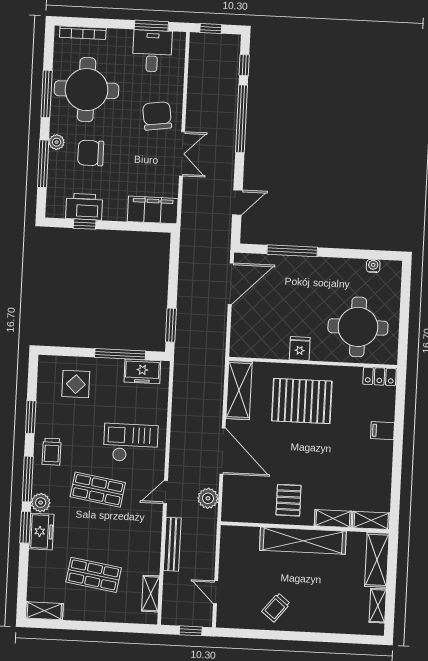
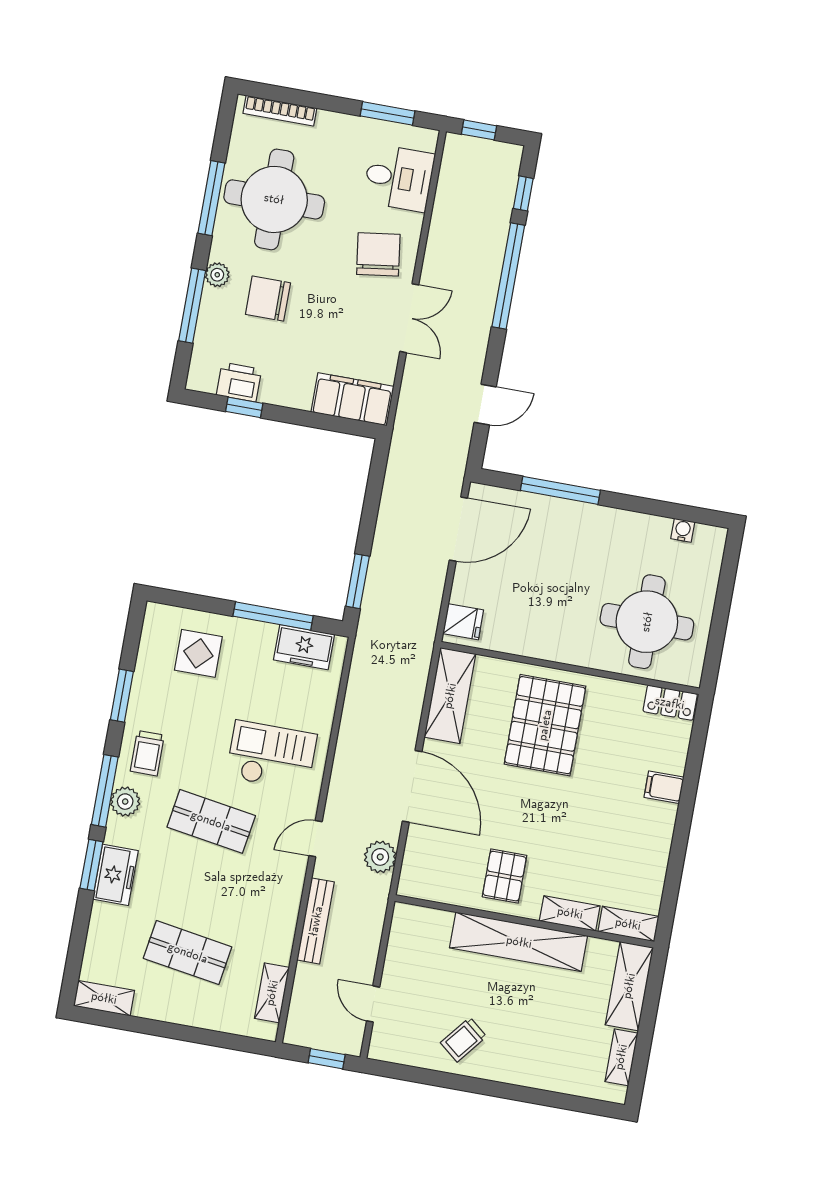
desk: (152, 51) -> (399, 178), moved, turned 90
printer: (84, 207) -> (239, 382), width x0.73, depth x0.84
fridge: (300, 349) -> (463, 622), moved, turned 90
pallet: (302, 401) -> (545, 725), turned 90
plant: (41, 503) -> (125, 802), moved

